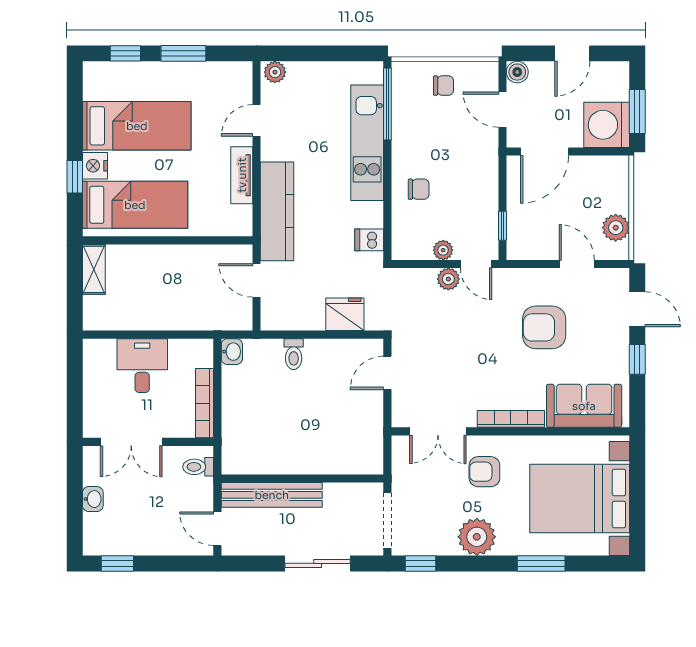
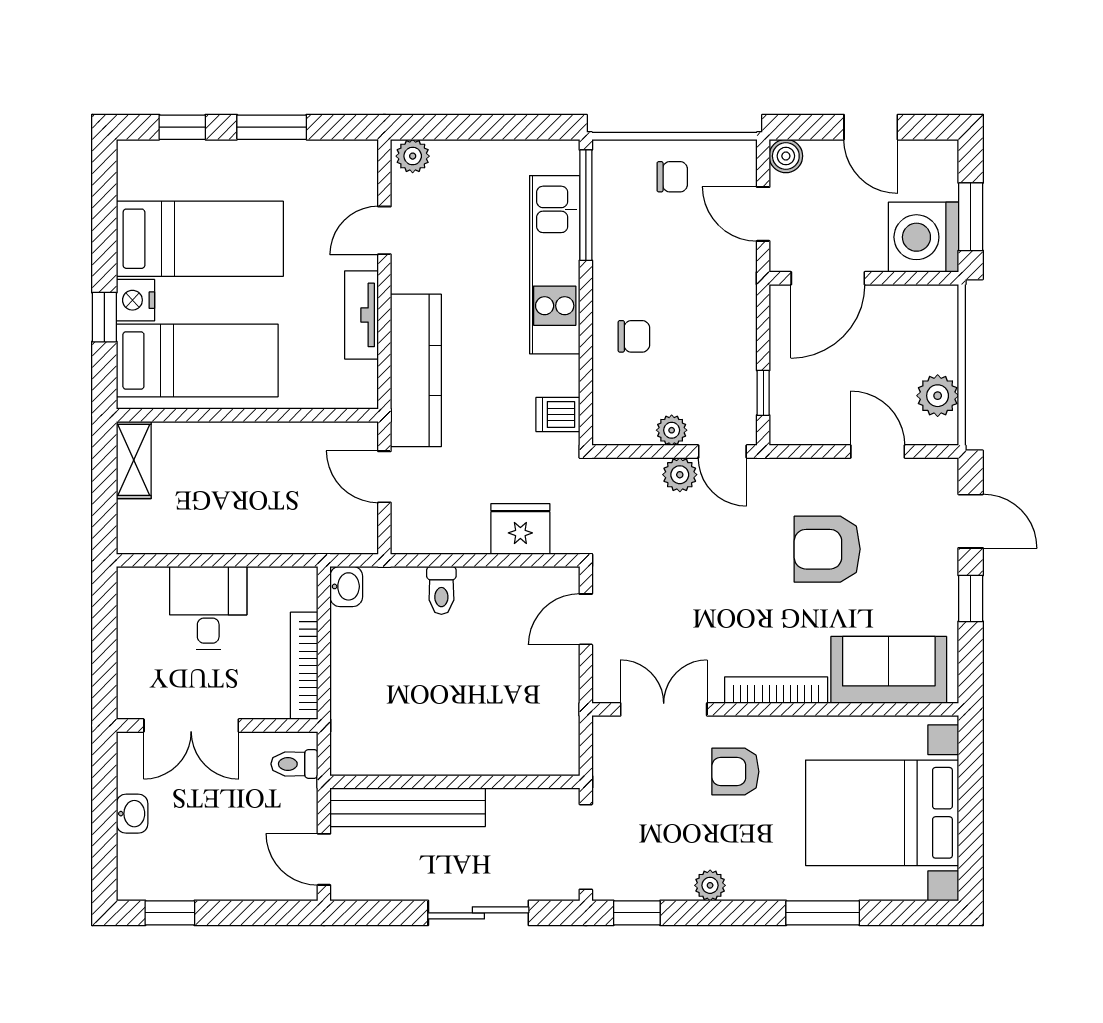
door: (572, 53) -> (871, 127), hinge flipped
double door: (438, 431) -> (664, 709), swing flipped
plant: (477, 537) -> (710, 885), width x0.53, depth x0.53

